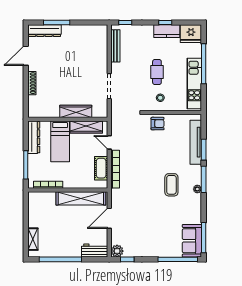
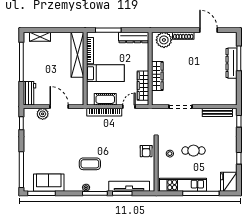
dresser: (44, 31) -> (231, 63), moved
kitchen counter: (167, 31) -> (231, 159), removed
plant: (36, 104) -> (164, 40), added
bed: (60, 141) -> (105, 73), moved, turned 180
shelving: (81, 198) -> (77, 55), moved
sofa: (192, 241) -> (49, 183), moved
plant: (117, 251) -> (43, 114), moved

